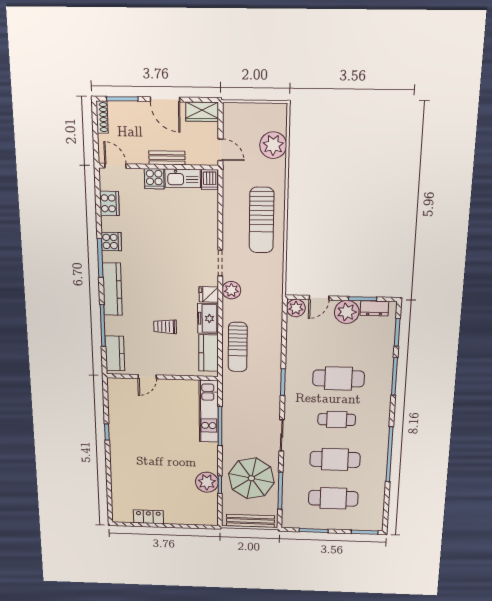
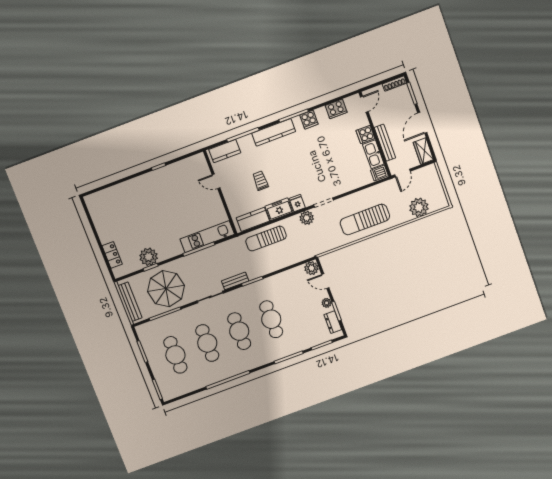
bench: (167, 158) -> (385, 143), width x1.36
plant: (347, 312) -> (327, 303), width x0.53, depth x0.53
bench: (274, 401) -> (235, 281), added
cafe table: (337, 420) -> (239, 331), width x1.37, depth x1.35
locker: (148, 517) -> (112, 255), moved

